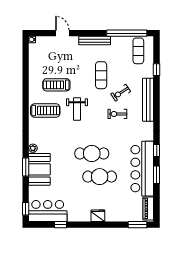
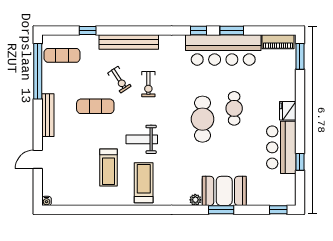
weight bench: (77, 109) -> (142, 139), turned 180
cafe table: (100, 177) -> (234, 108), width x0.73, depth x0.74
bar counter: (48, 211) -> (281, 147), moved

